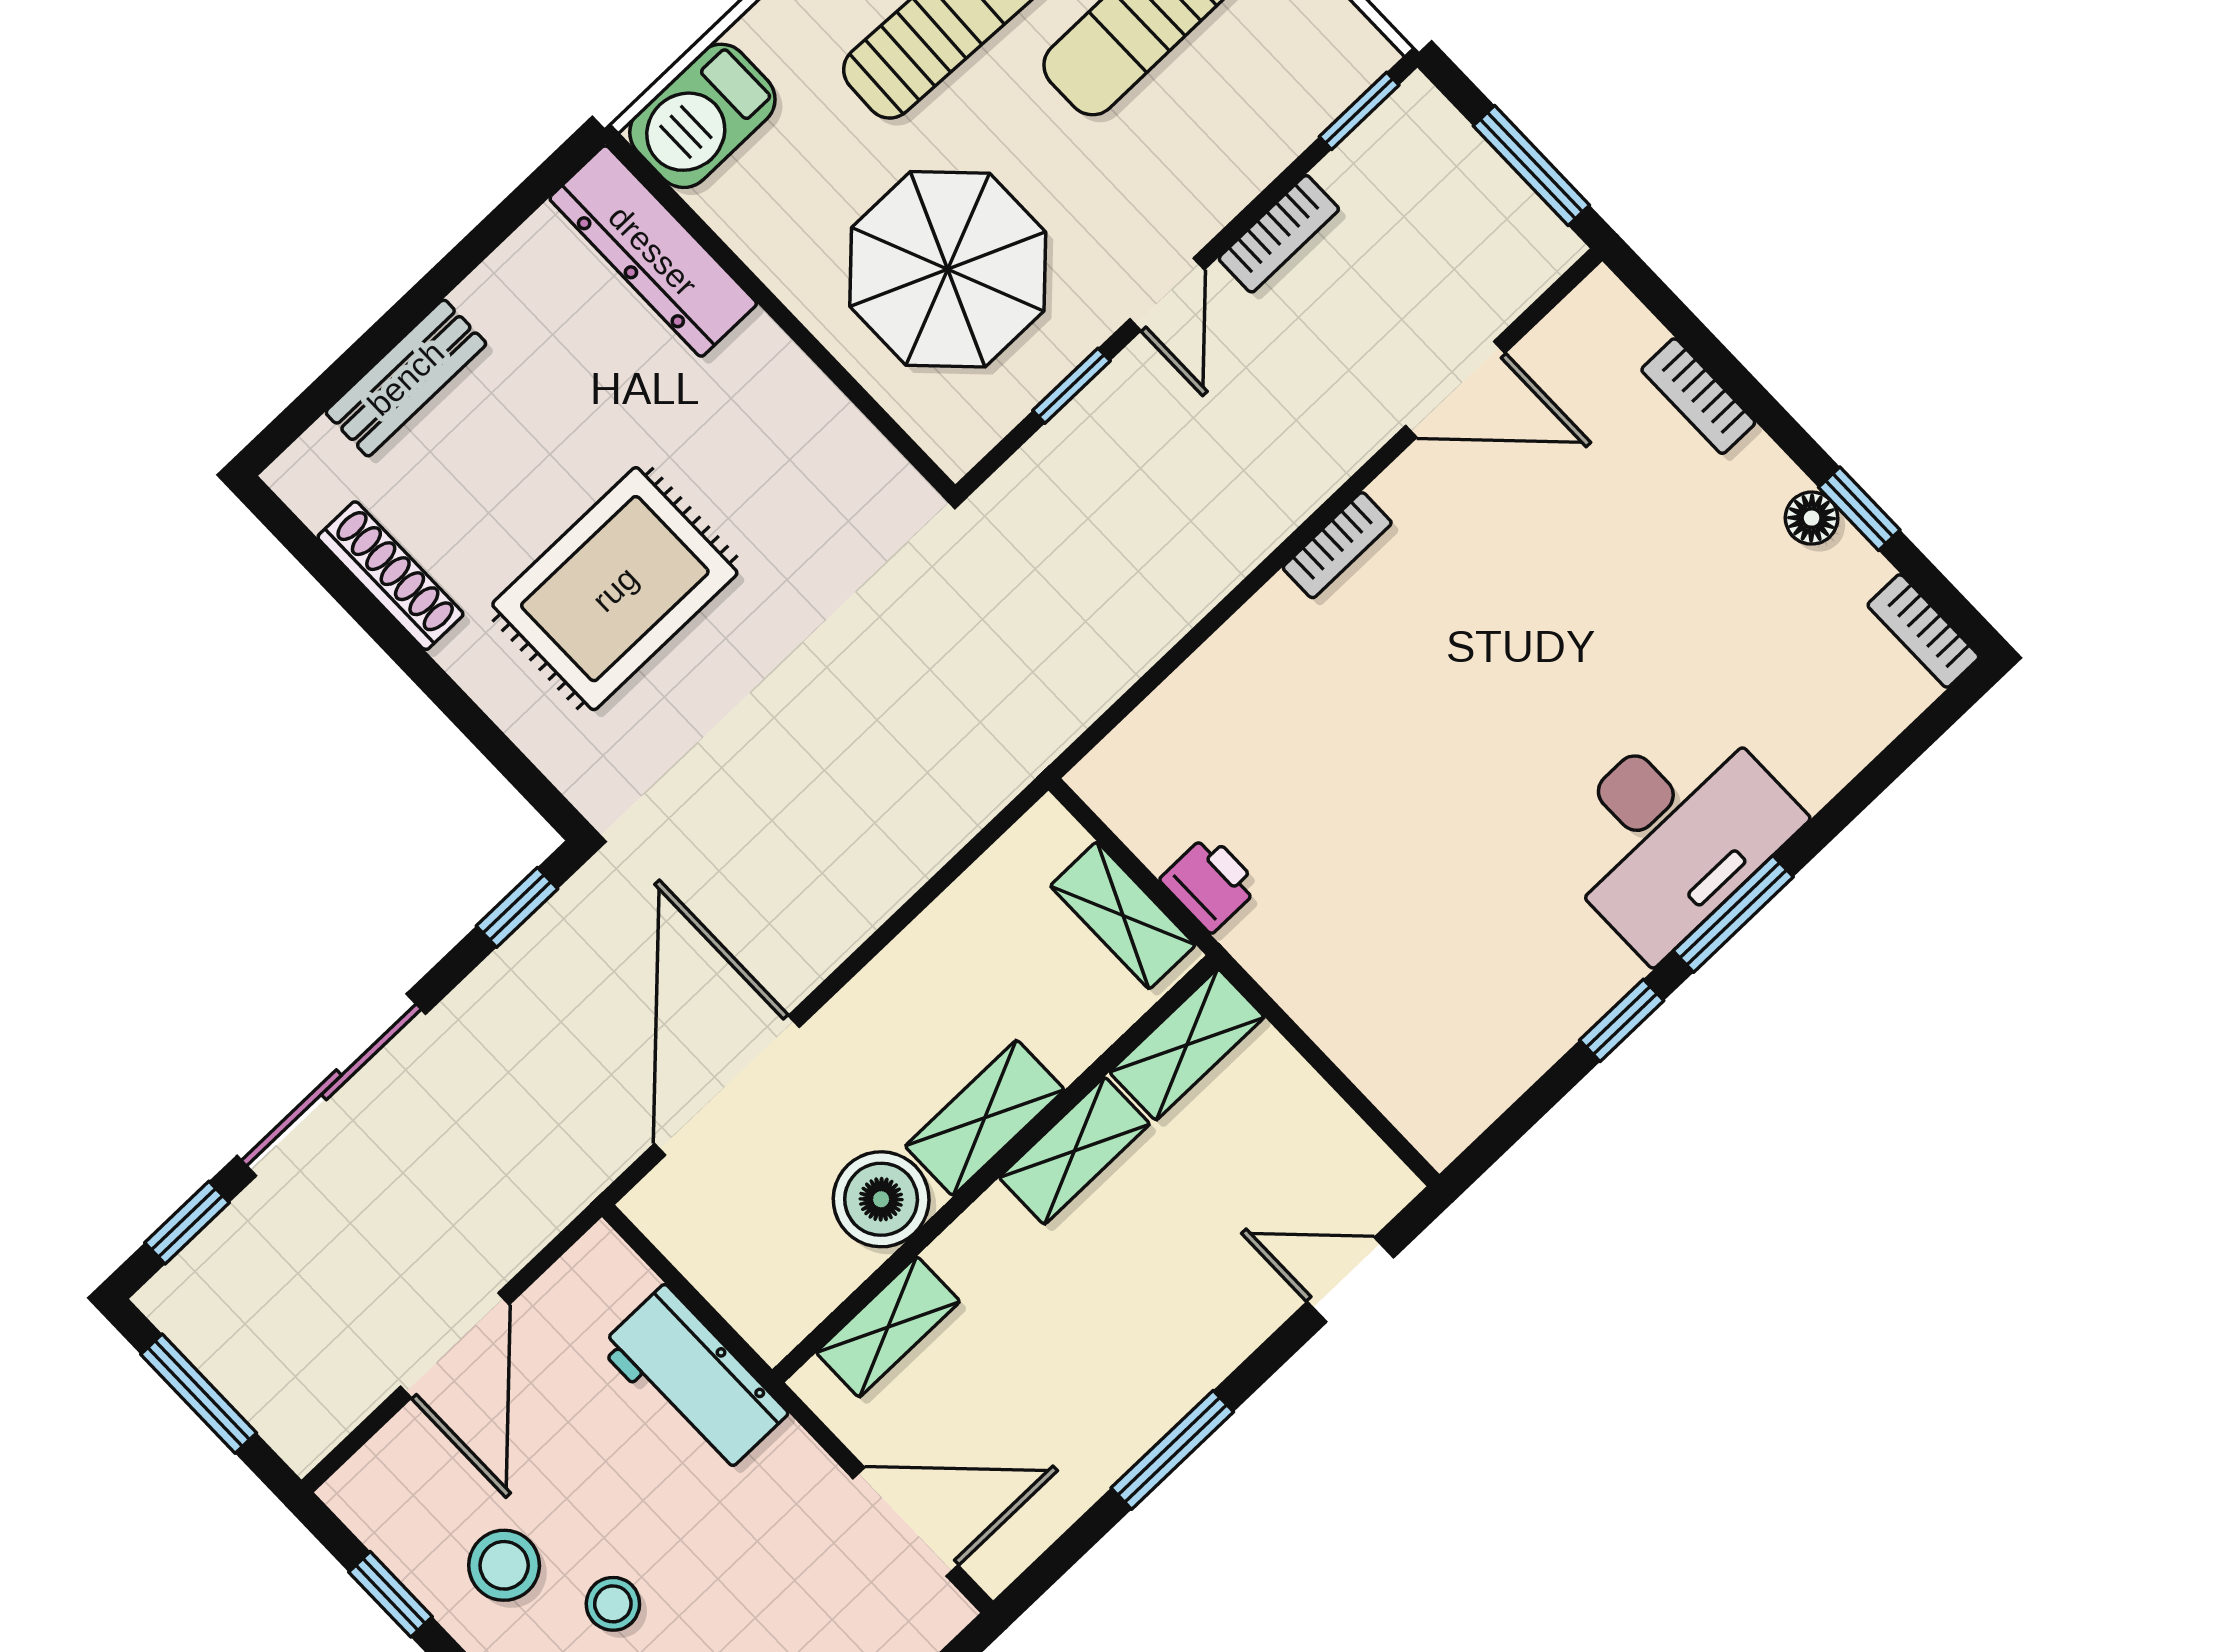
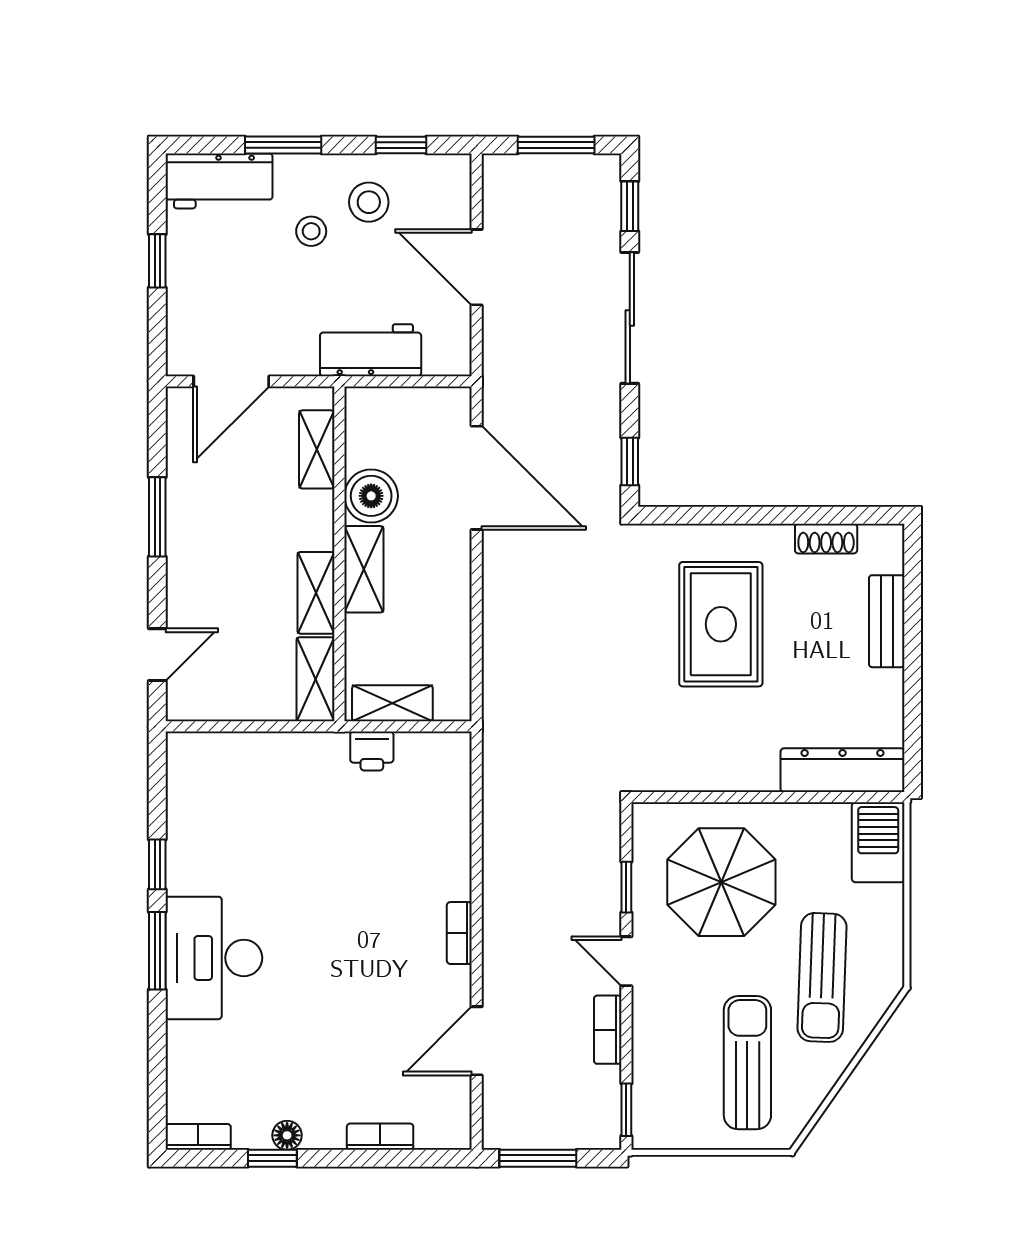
shoe rack: (390, 576) -> (826, 539), width x0.70

